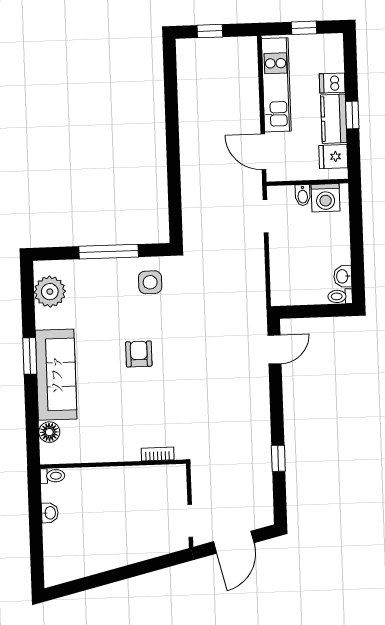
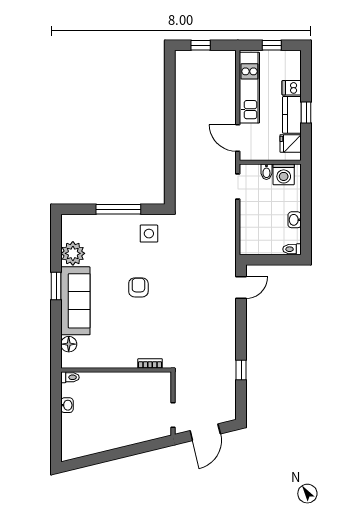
washbasin: (343, 276) -> (295, 220), moved
plant: (50, 292) -> (73, 253), moved

